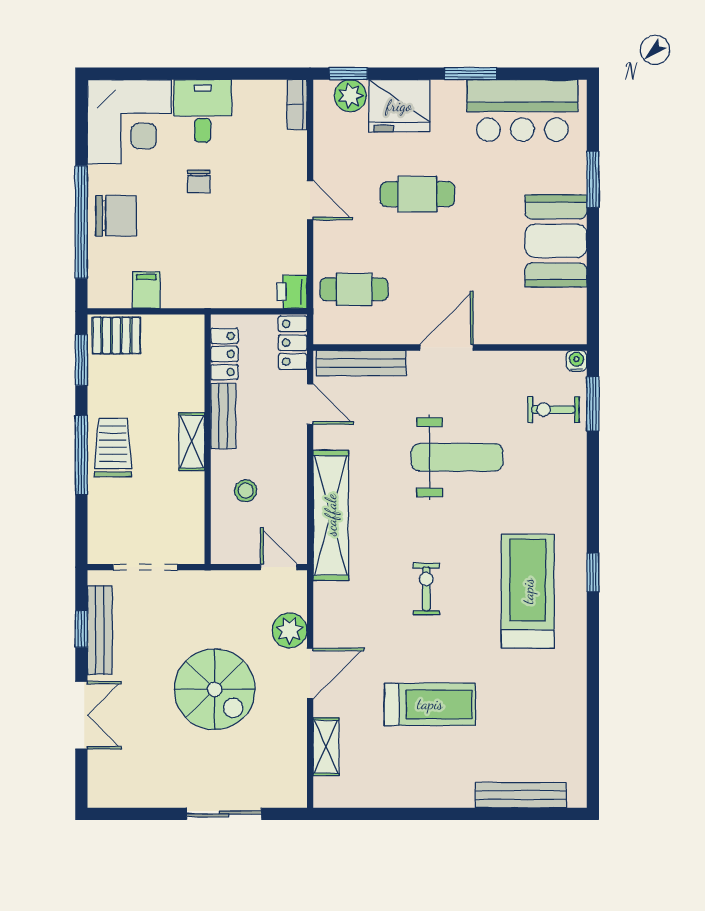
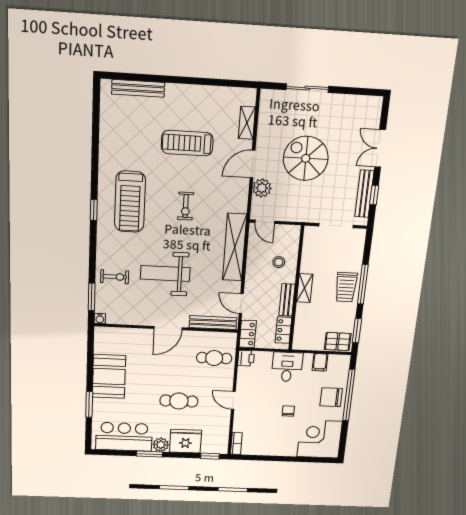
plant: (350, 96) -> (161, 445), moved
desk: (203, 111) -> (287, 367), moved, turned 180
exercise bike: (553, 410) -> (115, 277), moved

